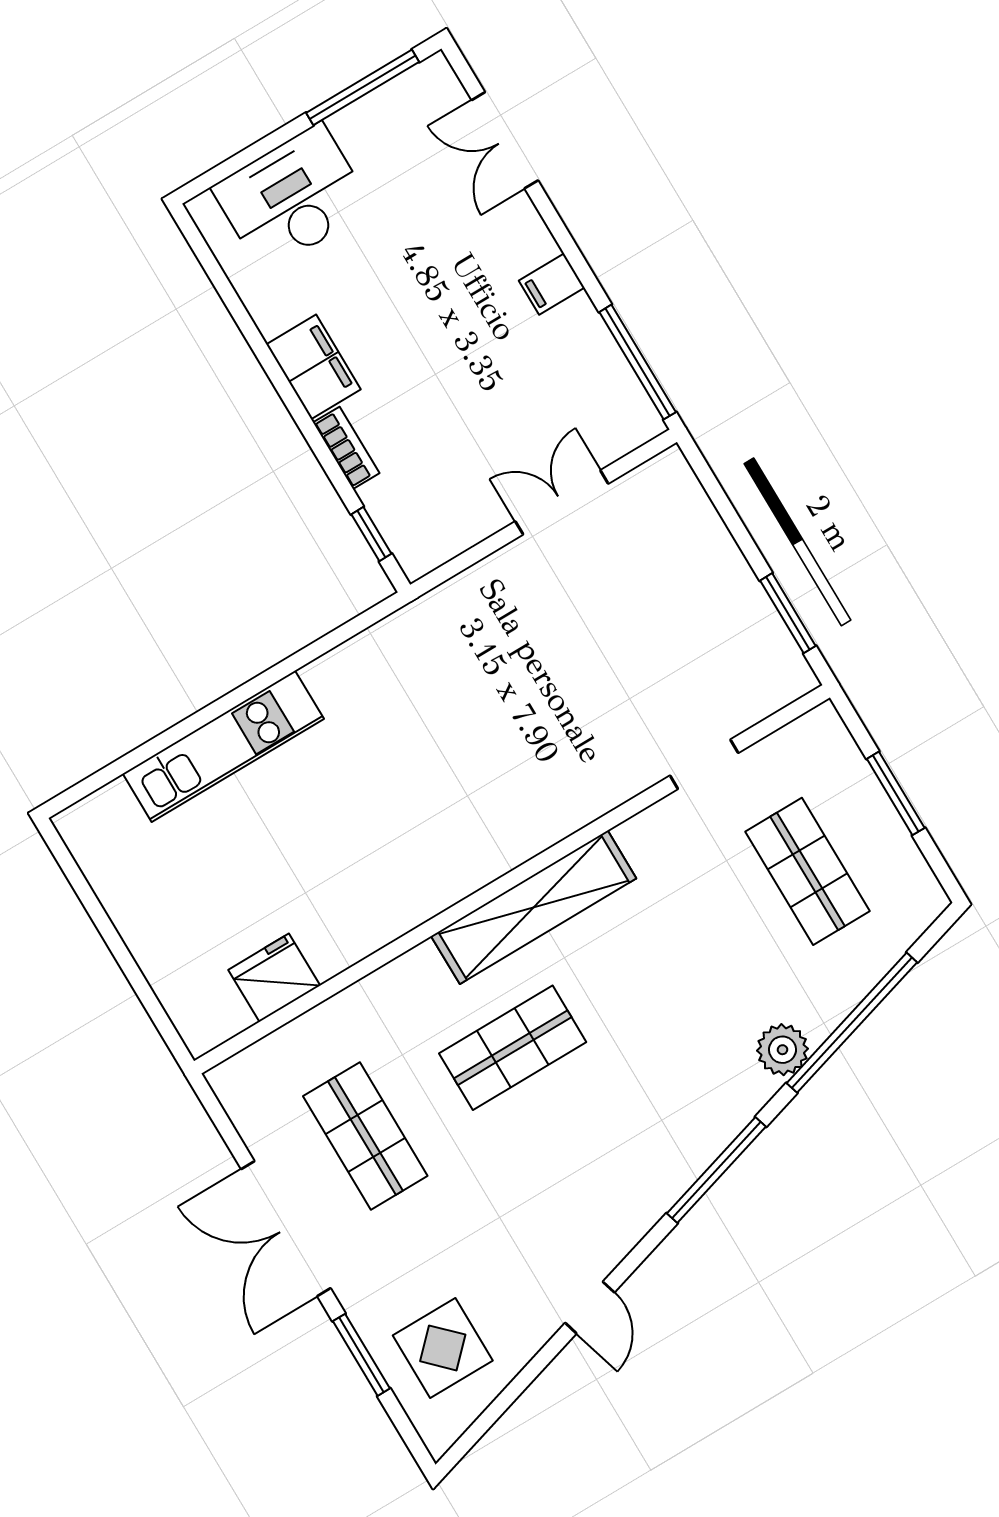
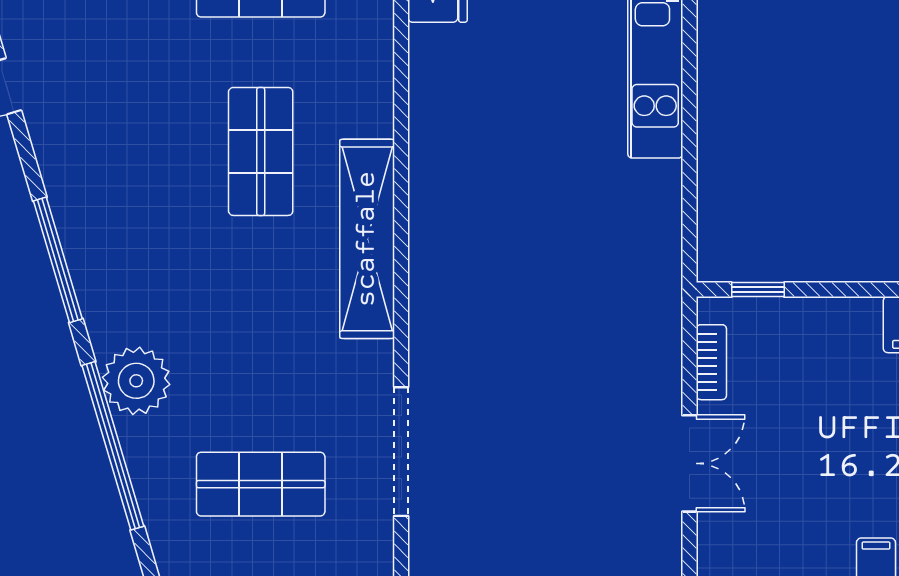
bookcase: (346, 448) -> (711, 362), moved, turned -90
doorway: (704, 764) -> (401, 452), width x1.87
plant: (782, 1050) -> (136, 381), width x1.36, depth x1.36

